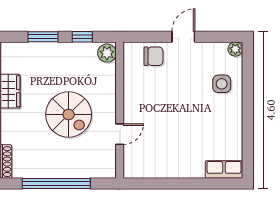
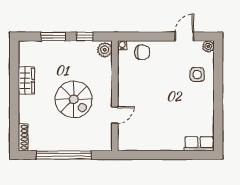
door: (183, 37) -> (184, 36), moved
water cooler: (129, 47) -> (122, 45), added

